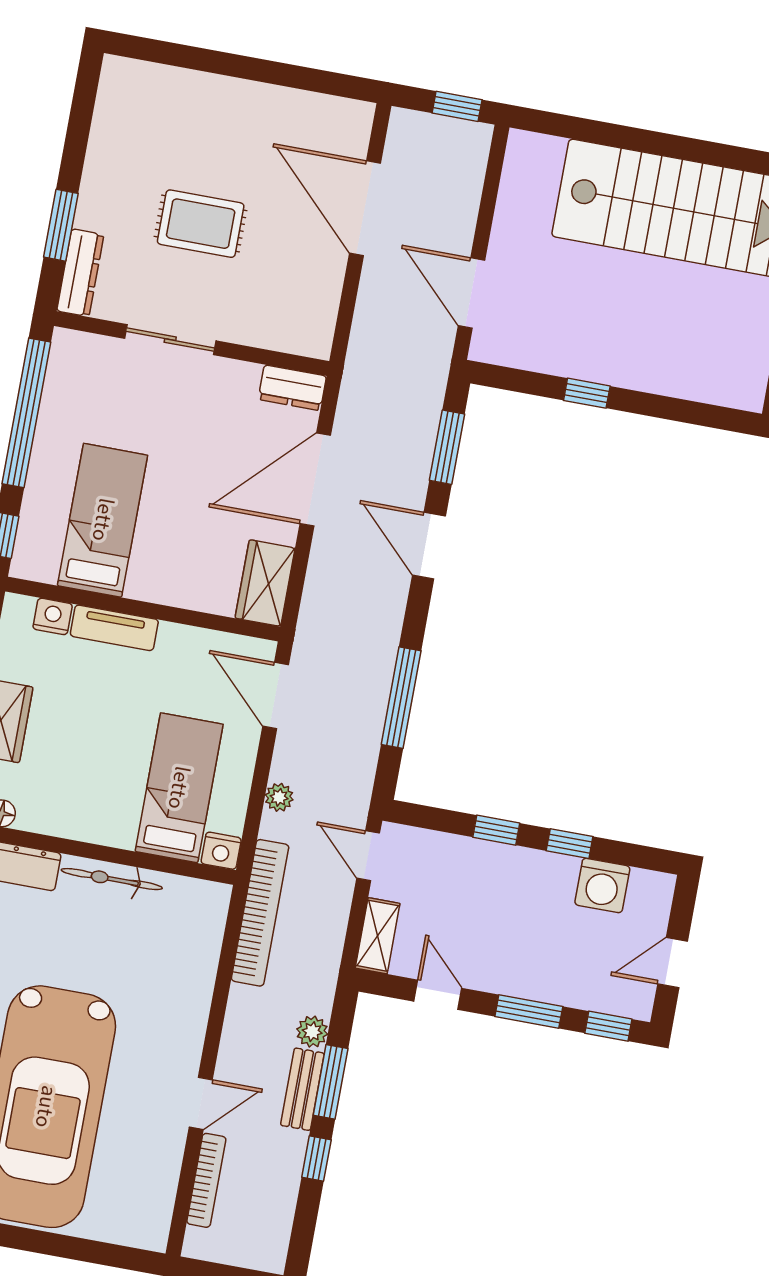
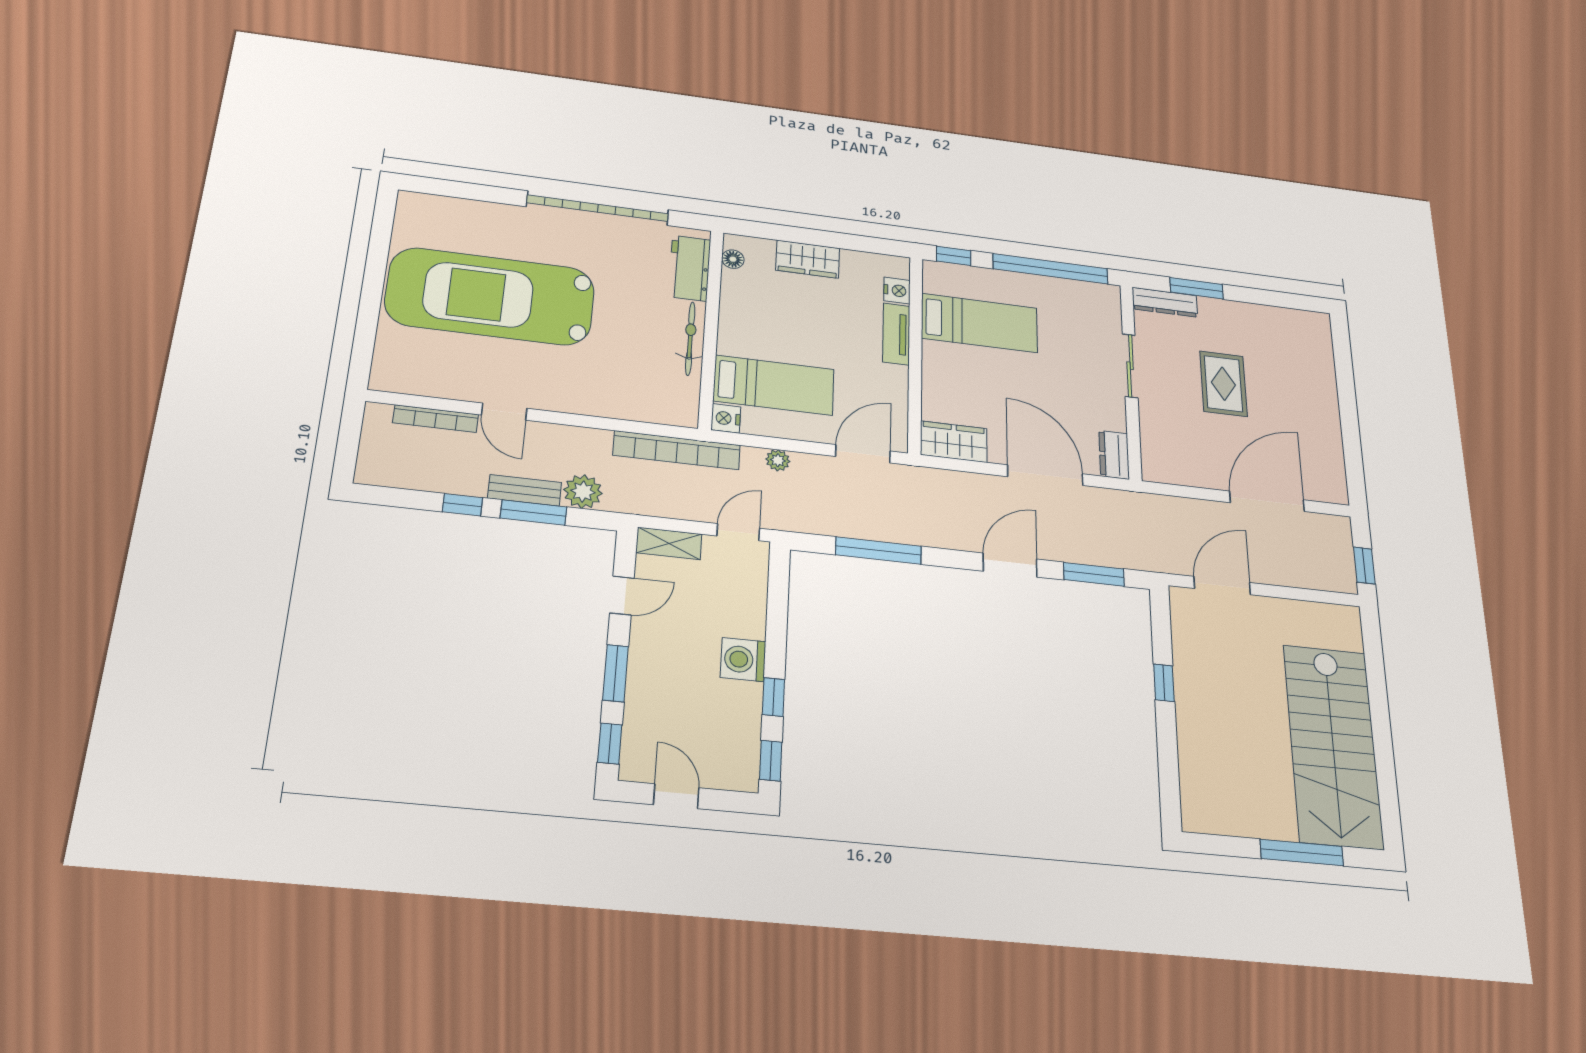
window: (496, 830) -> (771, 761), moved
washing machine: (602, 885) -> (743, 660), moved
plant: (312, 1032) -> (583, 492), width x1.38, depth x1.38

